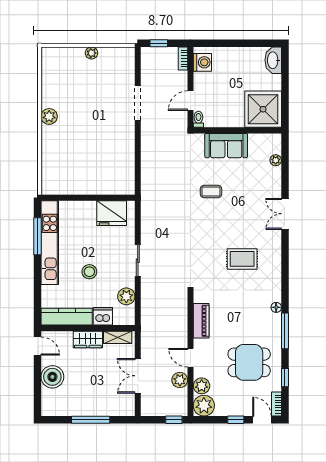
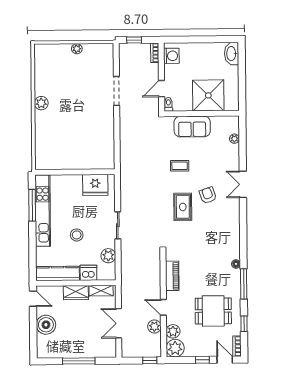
shower: (263, 109) -> (208, 95), moved
armchair: (244, 226) -> (208, 195), added
rug: (242, 259) -> (183, 207), moved, turned 90

